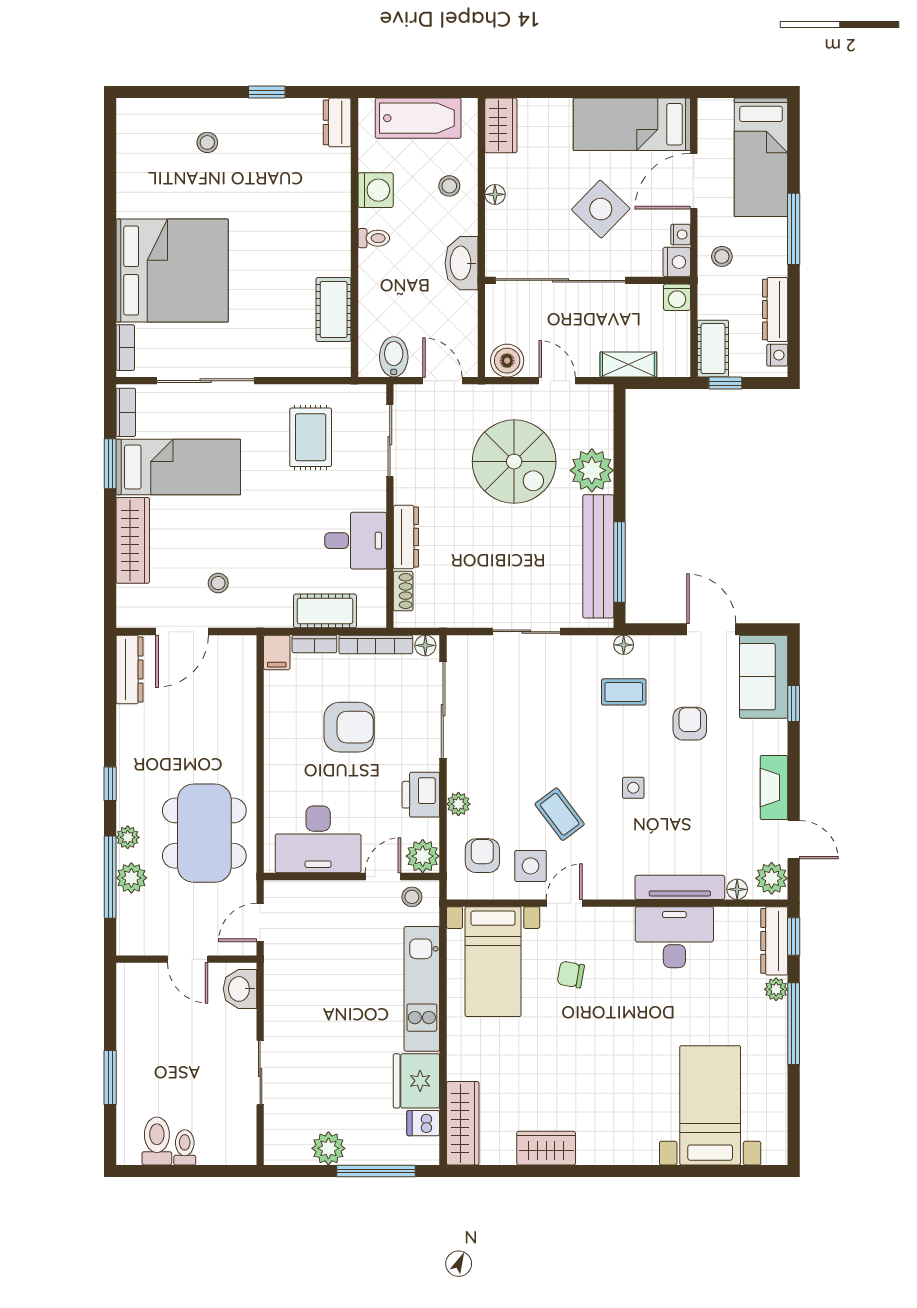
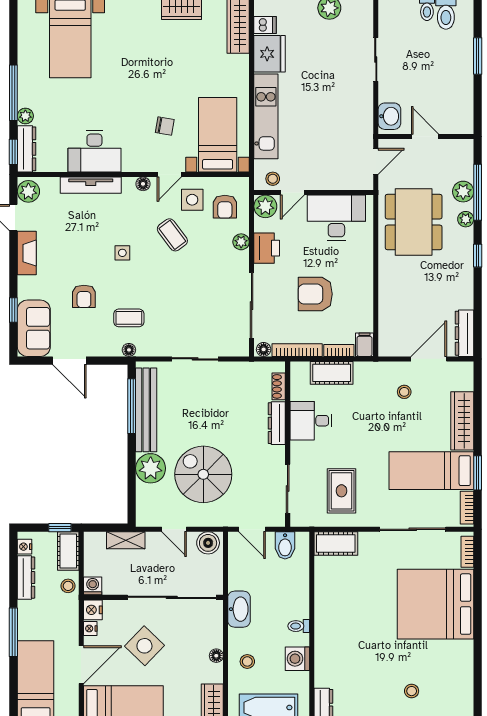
stool: (722, 256) -> (68, 586), moved
cot: (334, 309) -> (336, 543), moved, turned 90
floor lamp: (737, 889) -> (143, 184), moved

